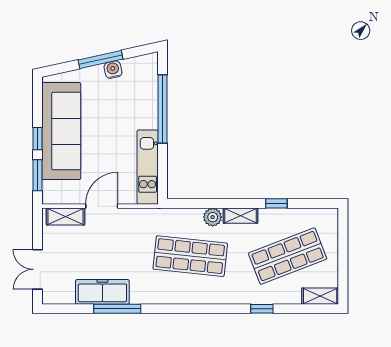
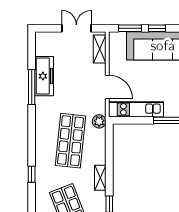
door: (102, 206) -> (107, 87), moved
plant: (213, 217) -> (99, 121), moved
double door: (37, 269) -> (76, 28), moved
window: (262, 309) -> (32, 174), moved

